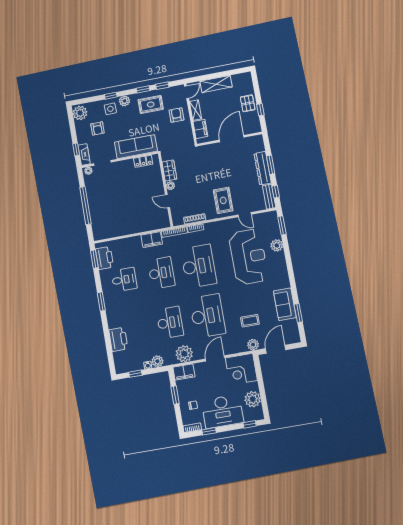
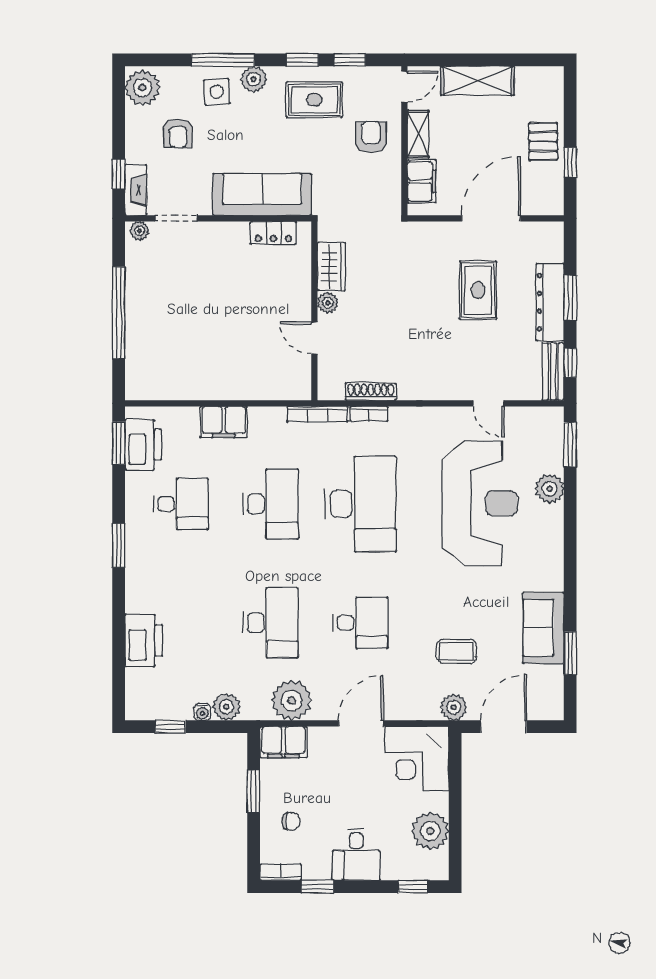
window: (111, 96) -> (223, 60), width x2.17
rug: (223, 200) -> (478, 290), moved
filing cabinet: (152, 240) -> (224, 422), moved
desk: (207, 316) -> (360, 623), width x0.53, depth x0.77
desk: (222, 411) -> (356, 855), width x0.53, depth x0.77

